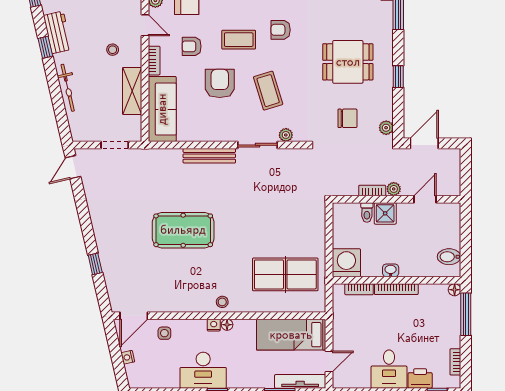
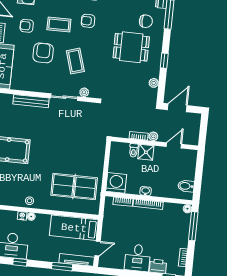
chair: (347, 118) -> (146, 21), moved
plant: (386, 128) -> (154, 83), moved

